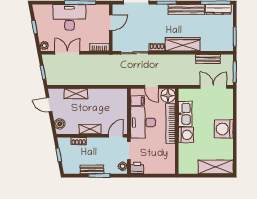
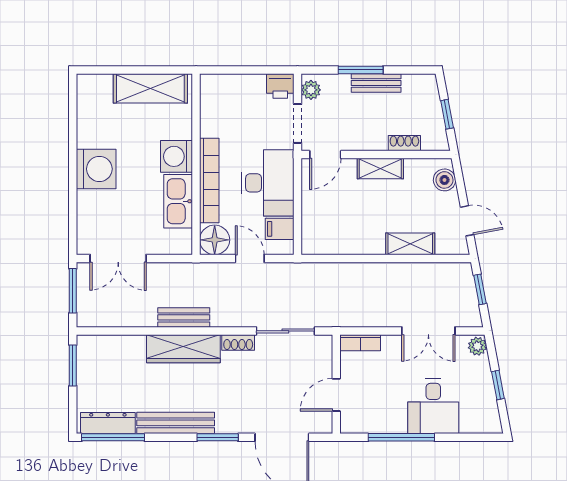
desk: (69, 17) -> (433, 406), width x0.73
bench: (208, 59) -> (184, 317), moved
shelving: (216, 167) -> (150, 88), moved

